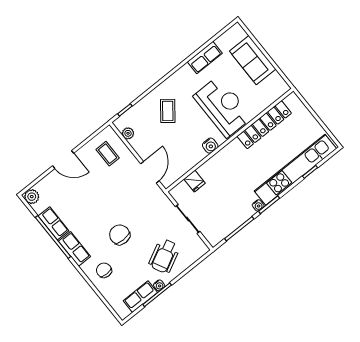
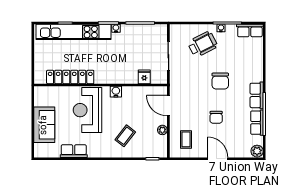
plant: (128, 133) -> (162, 130), moved
door: (150, 172) -> (168, 106), hinge flipped
chair: (104, 270) -> (216, 117), moved
row of seats: (140, 297) -> (250, 31), moved

